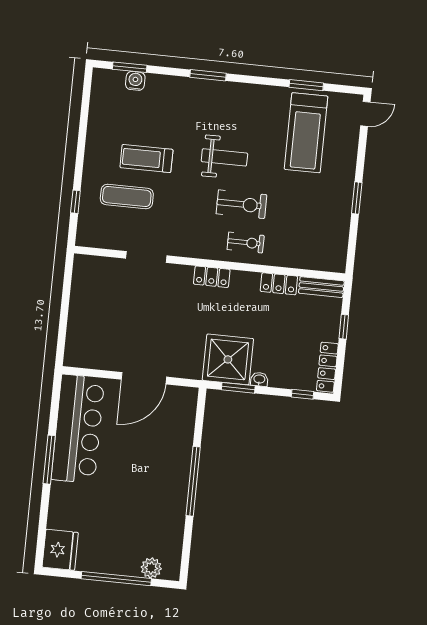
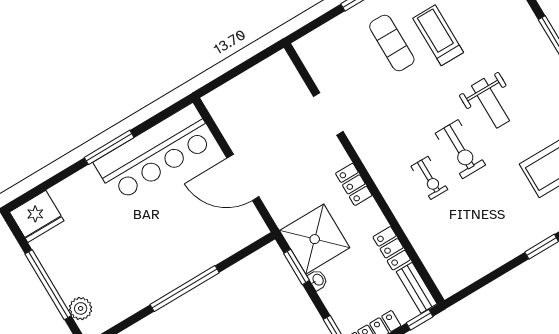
doorway: (146, 257) -> (328, 114), moved
wall: (210, 263) -> (364, 174), moved
locker: (212, 277) -> (354, 184), moved
locker: (279, 284) -> (392, 248), moved
bench: (321, 287) -> (417, 288), moved

